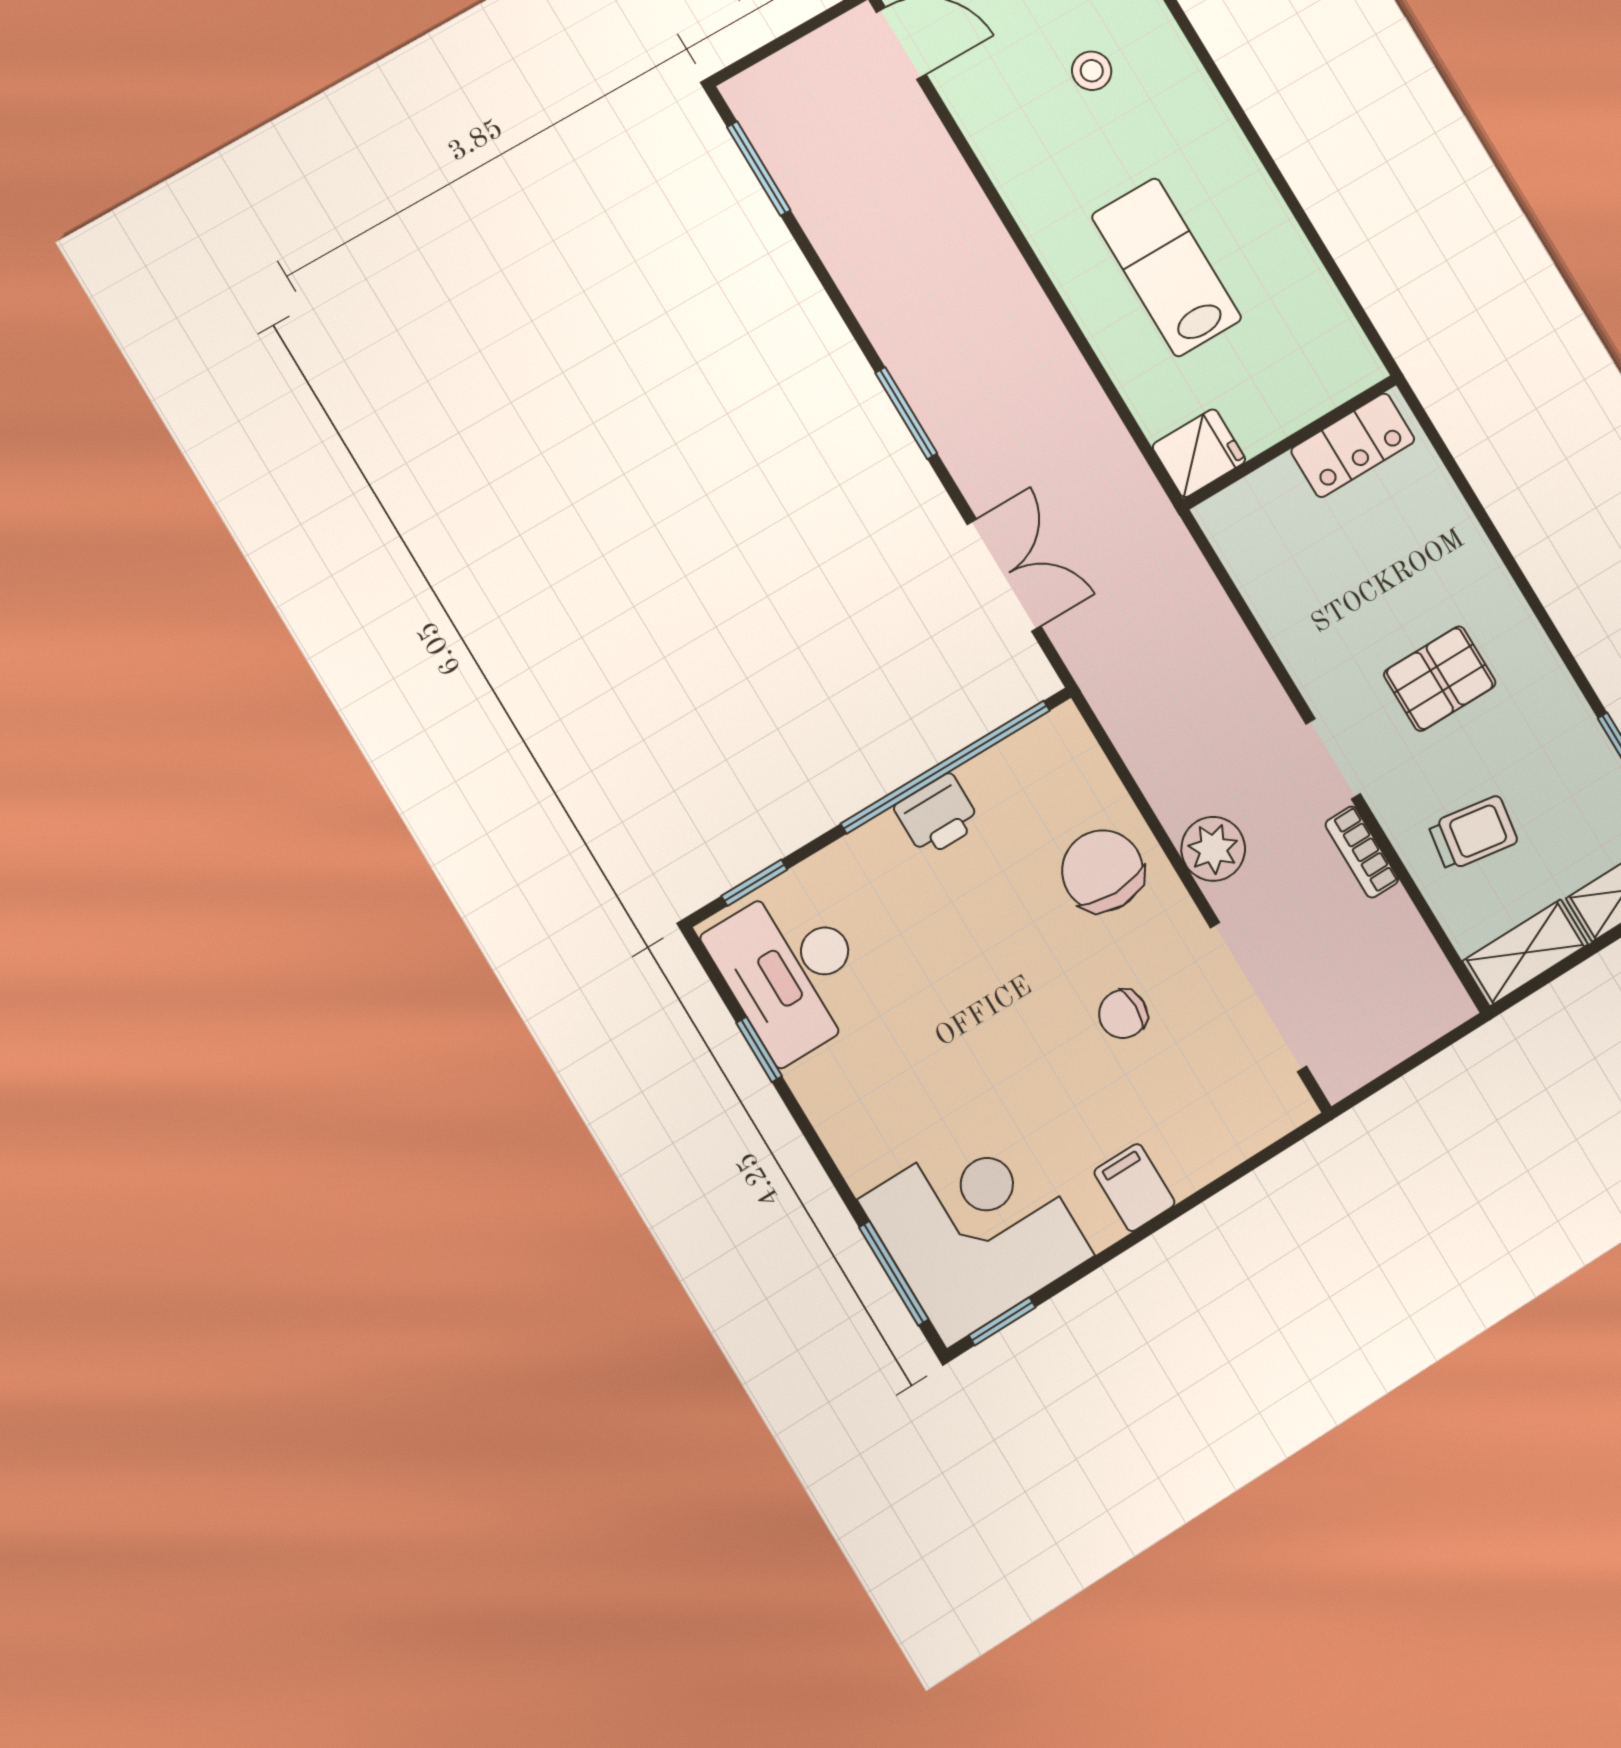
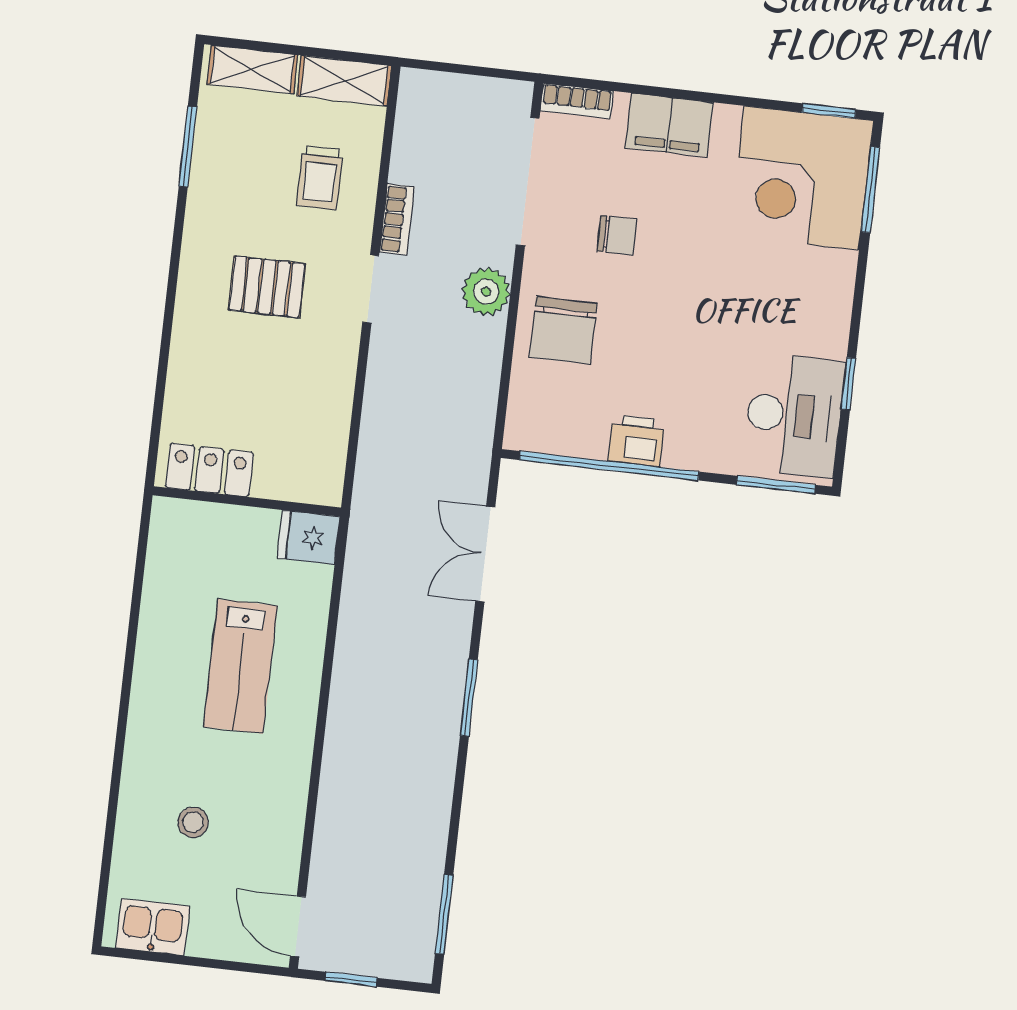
window: (804, 29) -> (351, 979), added
trolley: (1473, 833) -> (320, 178), turned -99
window: (754, 883) -> (776, 485), width x1.50
bookcase: (1273, 1122) -> (577, 101), added
filing cabinet: (1134, 1188) -> (669, 125), width x2.00

